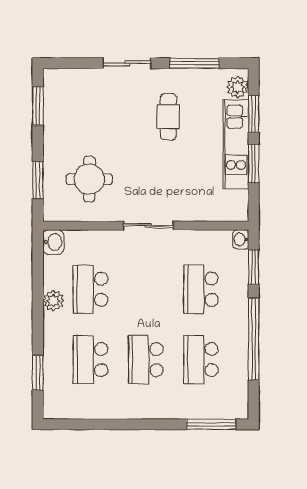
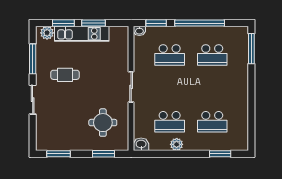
school desk: (146, 360) -> (212, 88), removed

